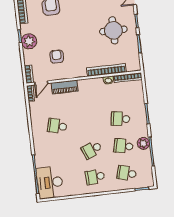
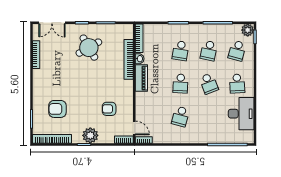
round table: (113, 30) -> (89, 48), turned -30
piano: (65, 87) -> (141, 78), moved
school desk: (89, 122) -> (180, 84), added
plant: (143, 143) -> (248, 30), moved
desk: (50, 182) -> (241, 114), moved, turned -90

